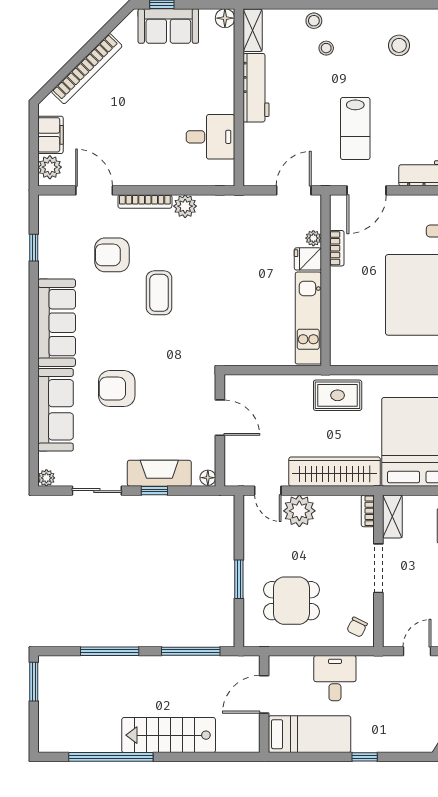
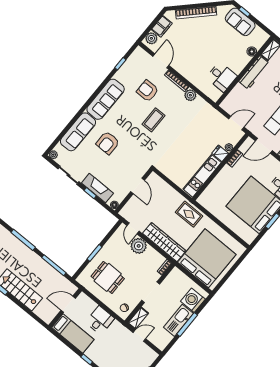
floor lamp: (225, 18) -> (252, 51), moved
armchair: (117, 389) -> (108, 143), turned -90
shelving: (392, 516) -> (138, 318), moved

